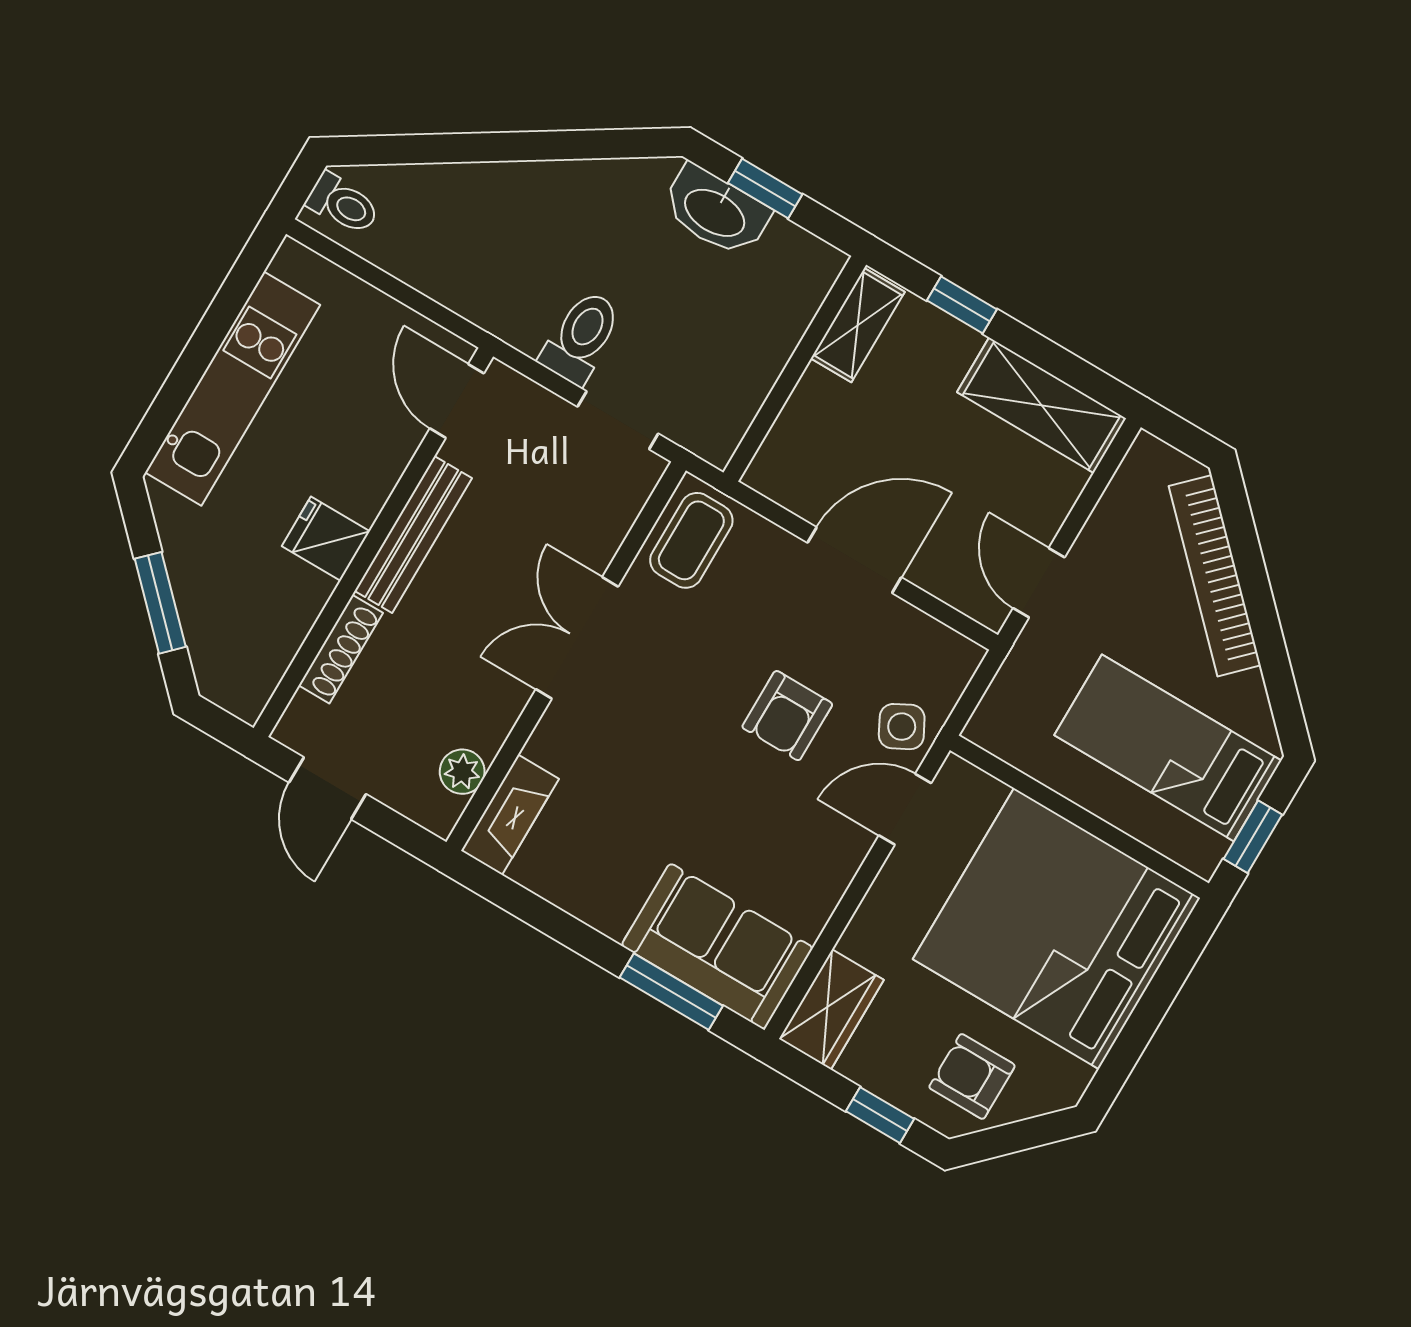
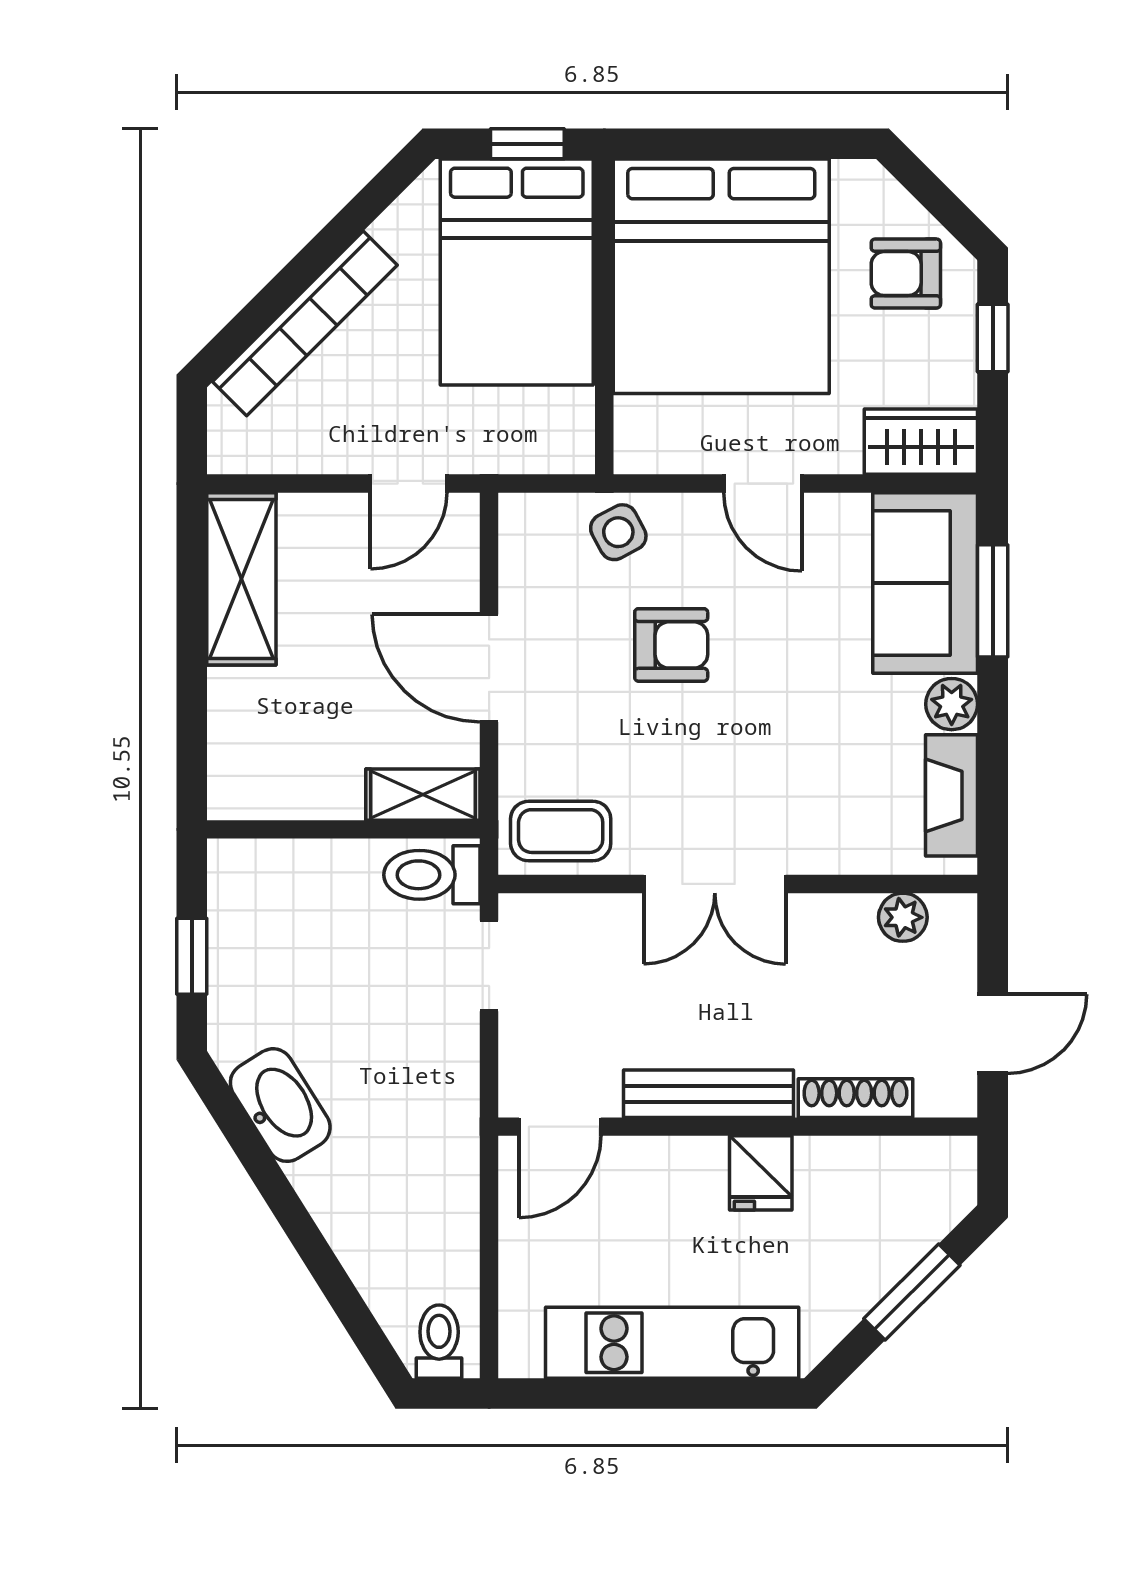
washbasin: (716, 211) -> (280, 1105), moved, turned -32
window: (962, 305) -> (192, 709), removed
shelving: (858, 325) -> (423, 795), moved
toilet: (581, 337) -> (432, 875), moved
bed: (1168, 748) -> (517, 272), width x1.50
door: (905, 809) -> (763, 484), moved
fireplace: (510, 815) -> (951, 795), moved, turned -90
plant: (609, 911) -> (952, 704), added
armchair: (972, 1076) -> (906, 274), turned 90

